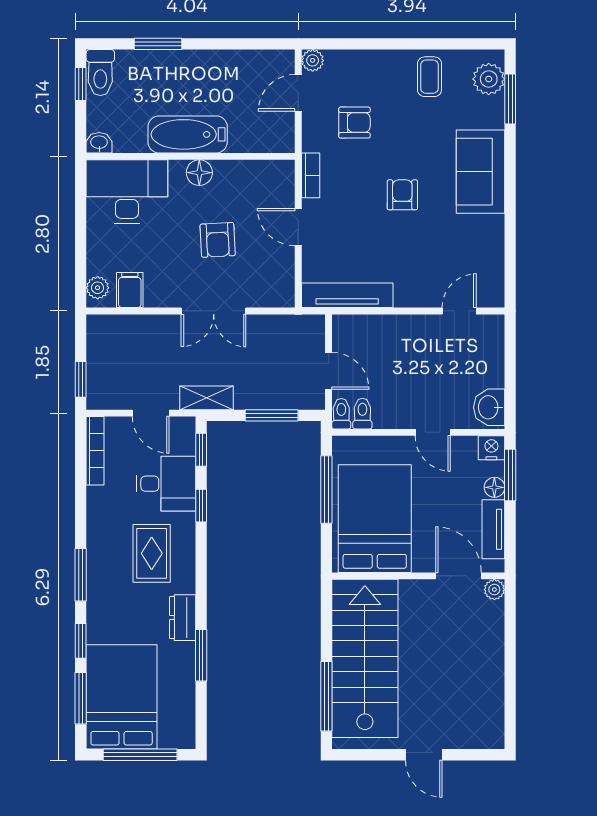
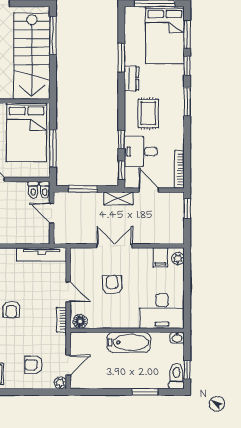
armchair: (354, 123) -> (33, 365), moved
floor lamp: (199, 173) -> (80, 321), moved

